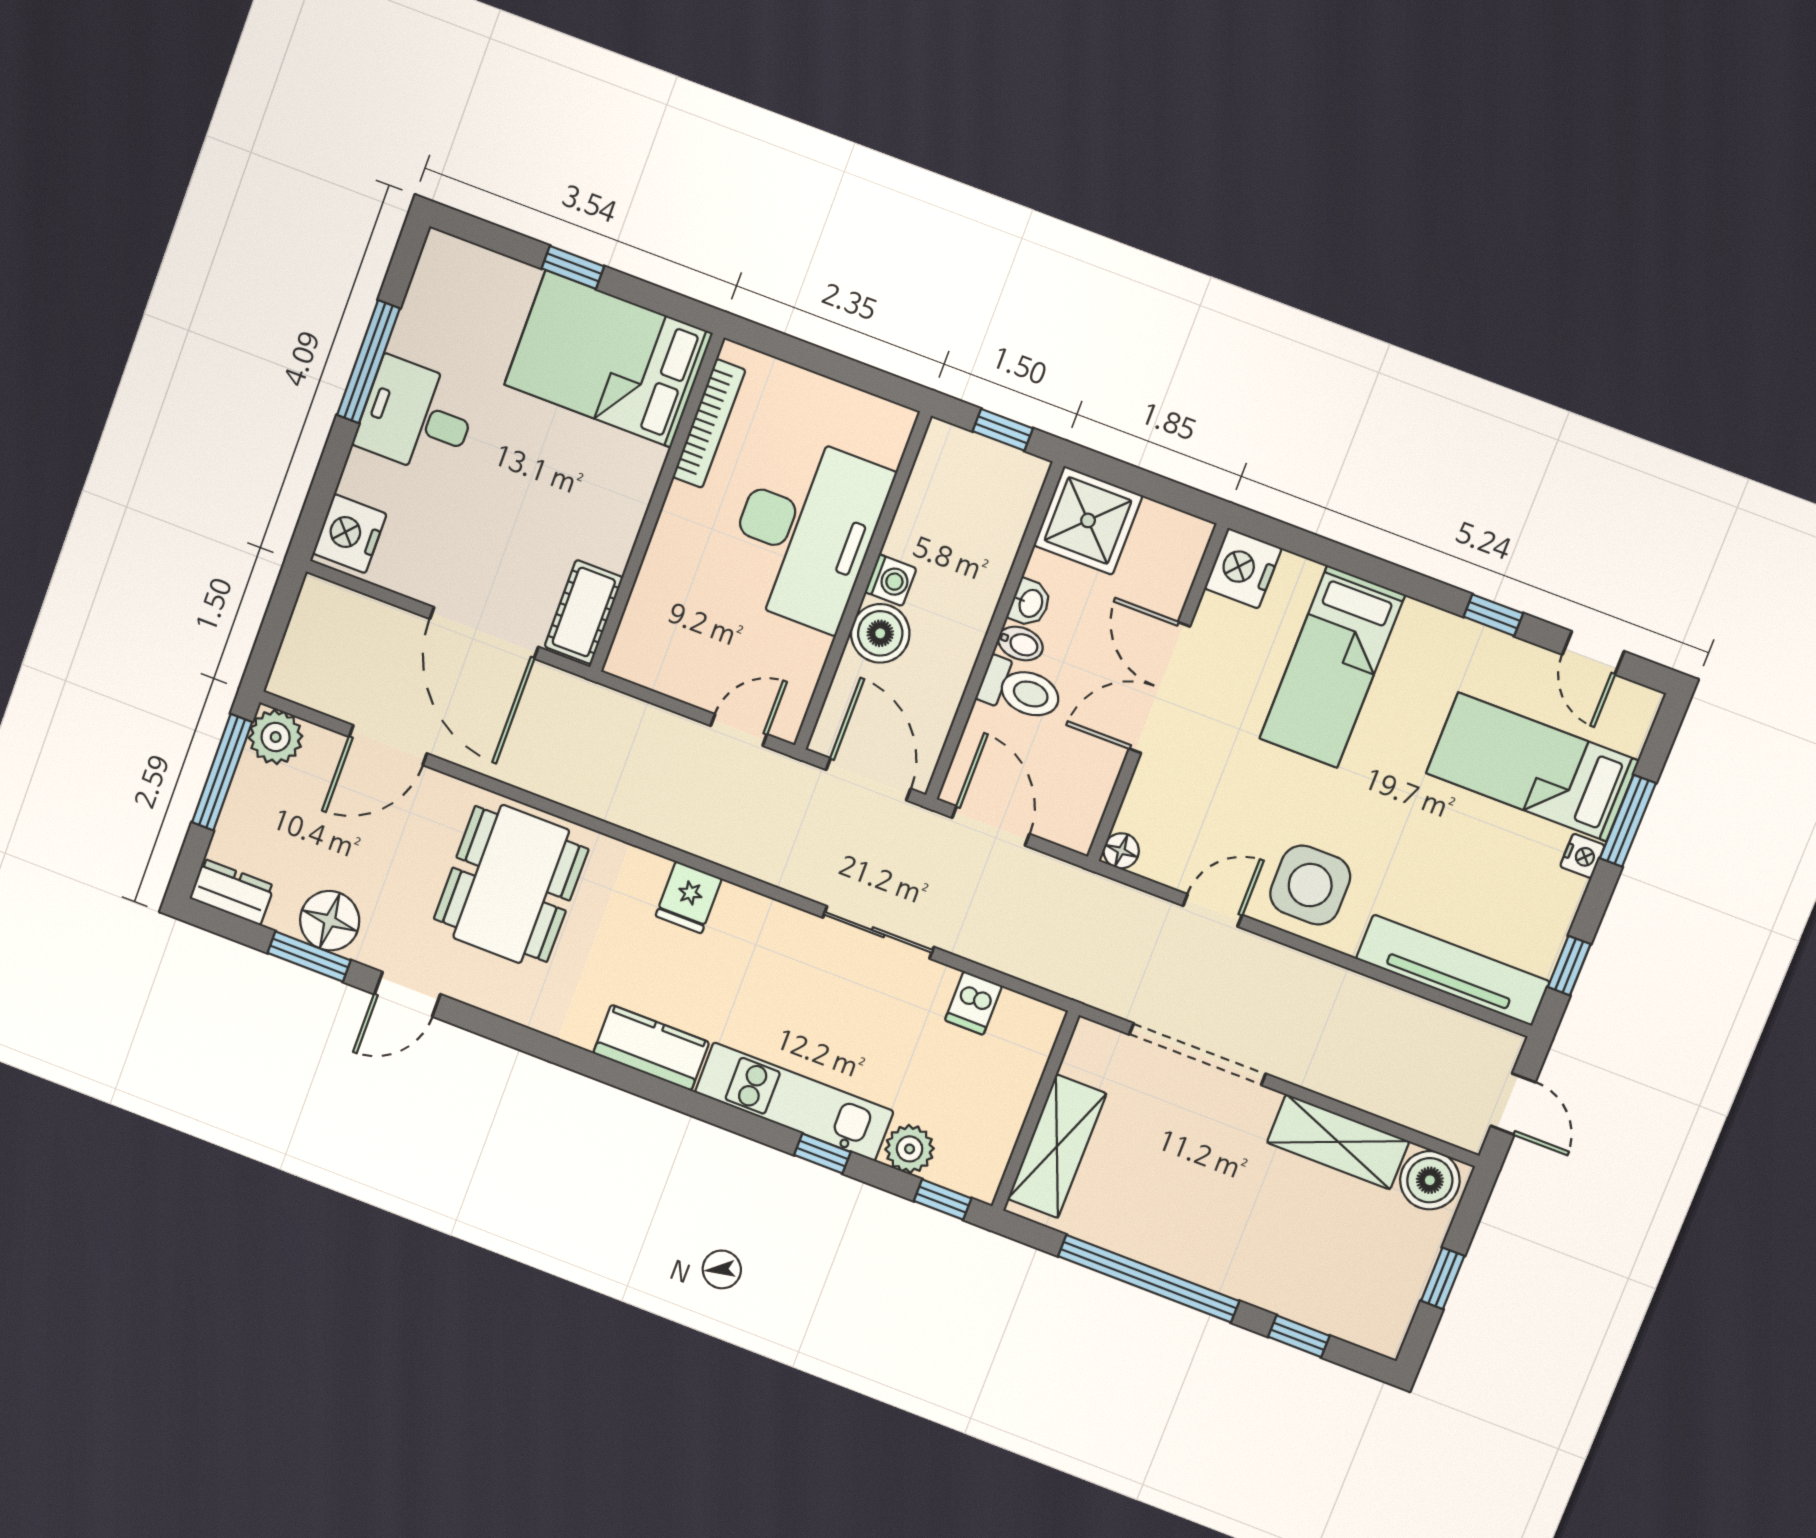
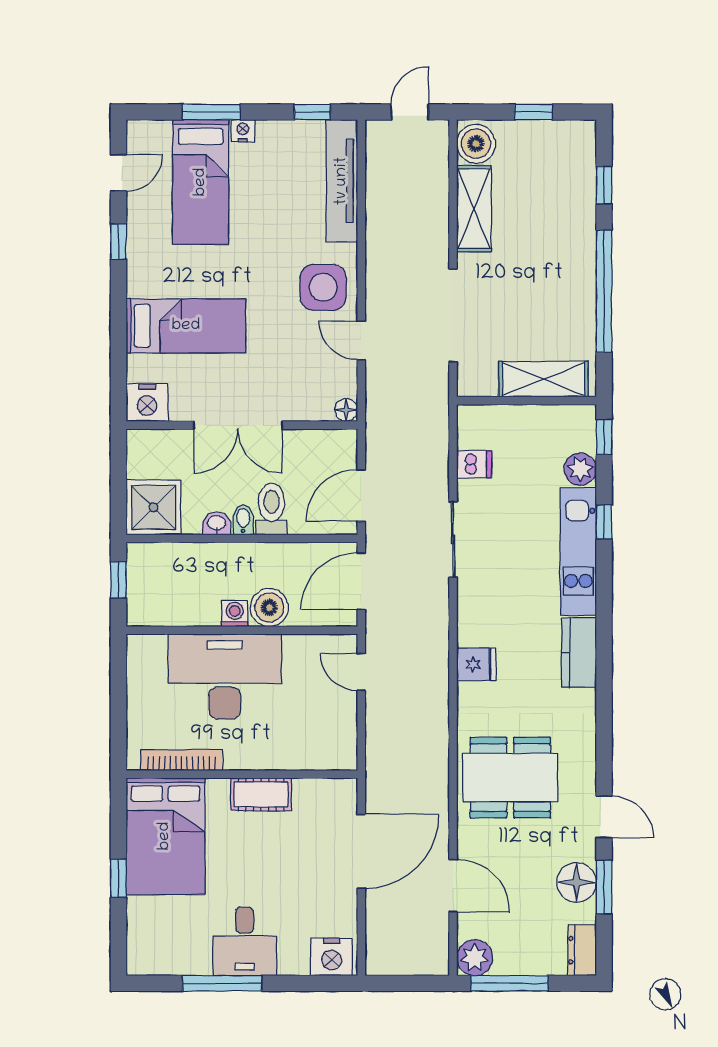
cot: (584, 612) -> (261, 794), moved

